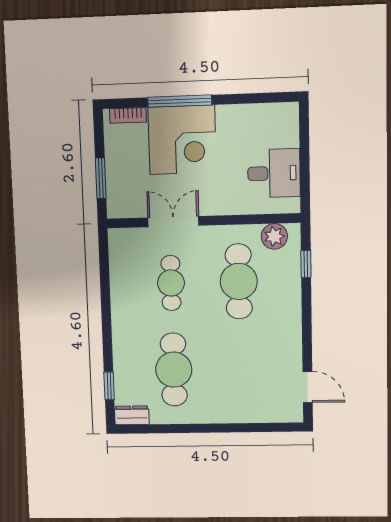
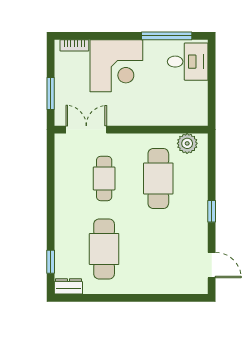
window: (180, 101) -> (167, 36), moved
desk: (274, 173) -> (188, 62), moved
double door: (173, 222) -> (86, 130), moved
window: (306, 264) -> (212, 211), moved

